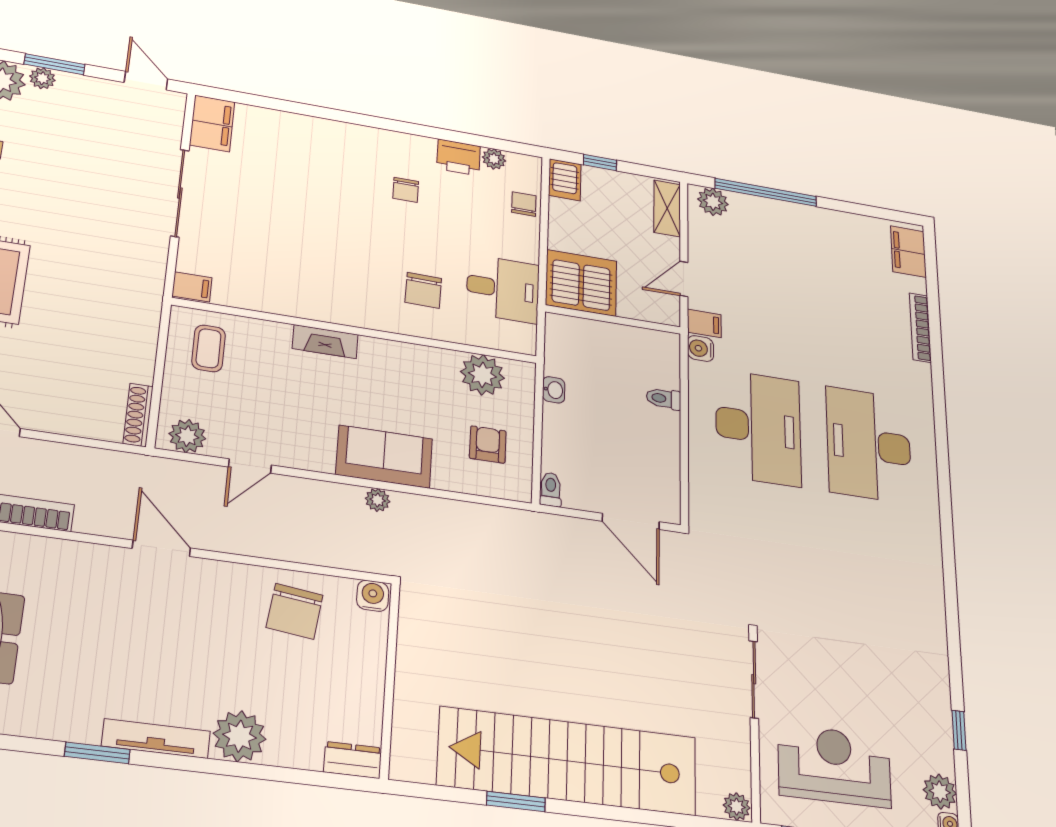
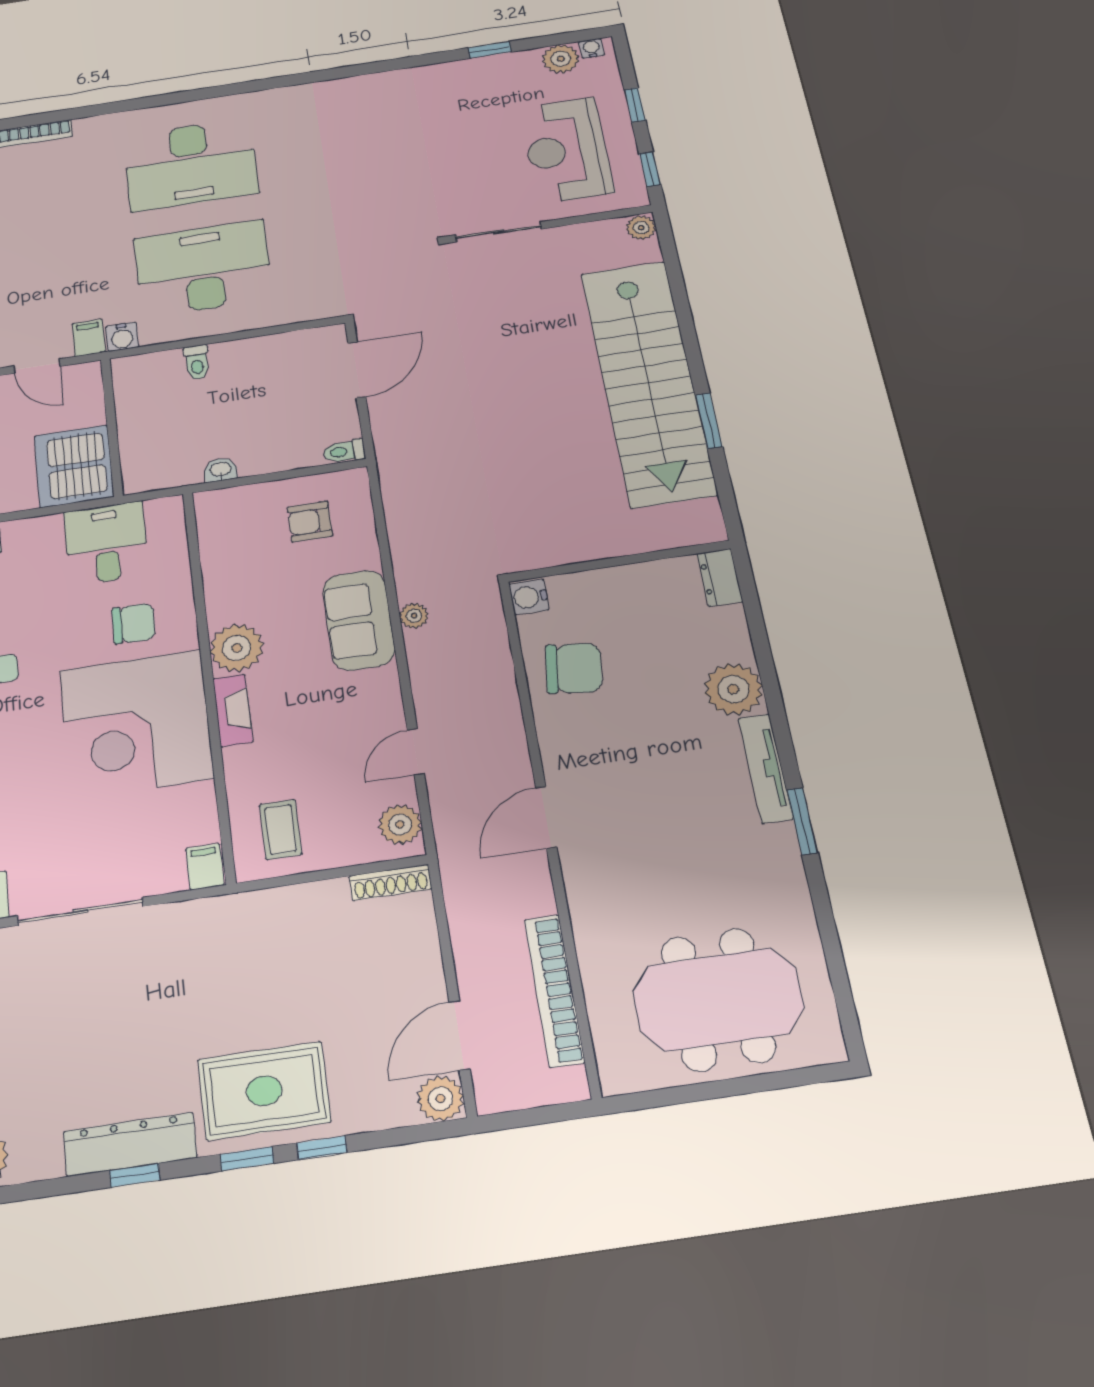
corner desk: (331, 270) -> (136, 724), added
coffee table: (209, 348) -> (281, 829), turned 90
plant: (482, 375) -> (237, 648), moved
door: (250, 466) -> (416, 752), swing flipped

